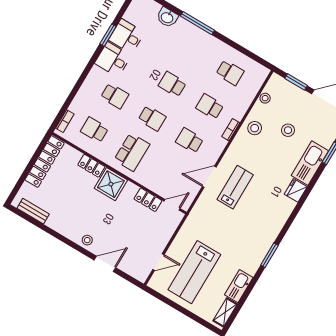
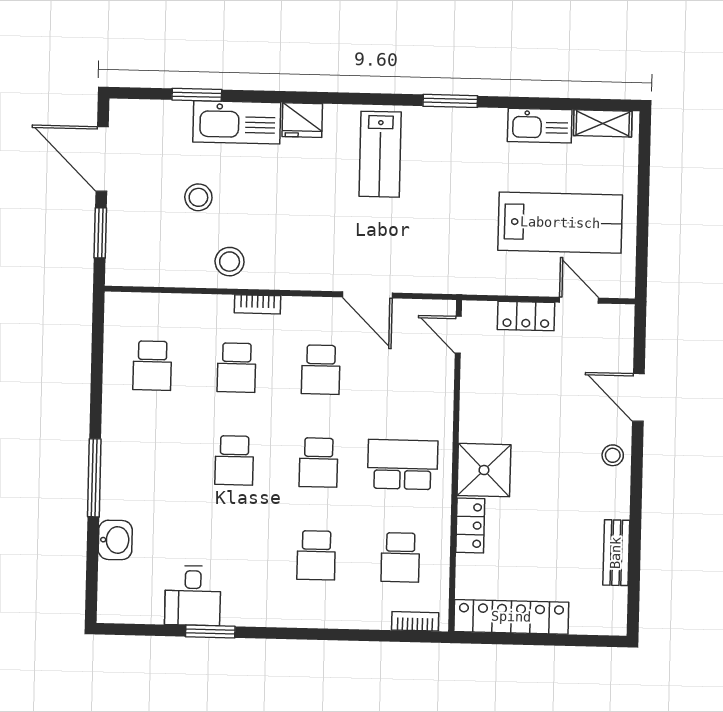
desk: (113, 59) -> (250, 597), removed
school desk: (230, 73) -> (152, 366), turned 180
school desk: (115, 96) -> (316, 555), turned 180
stool: (265, 98) -> (163, 273), removed
school desk: (152, 118) -> (318, 462), turned 180
lab bench: (235, 187) -> (380, 154), moved, turned -90
locker: (148, 200) -> (526, 316), moved, turned 90
bench: (33, 211) -> (616, 553), moved

